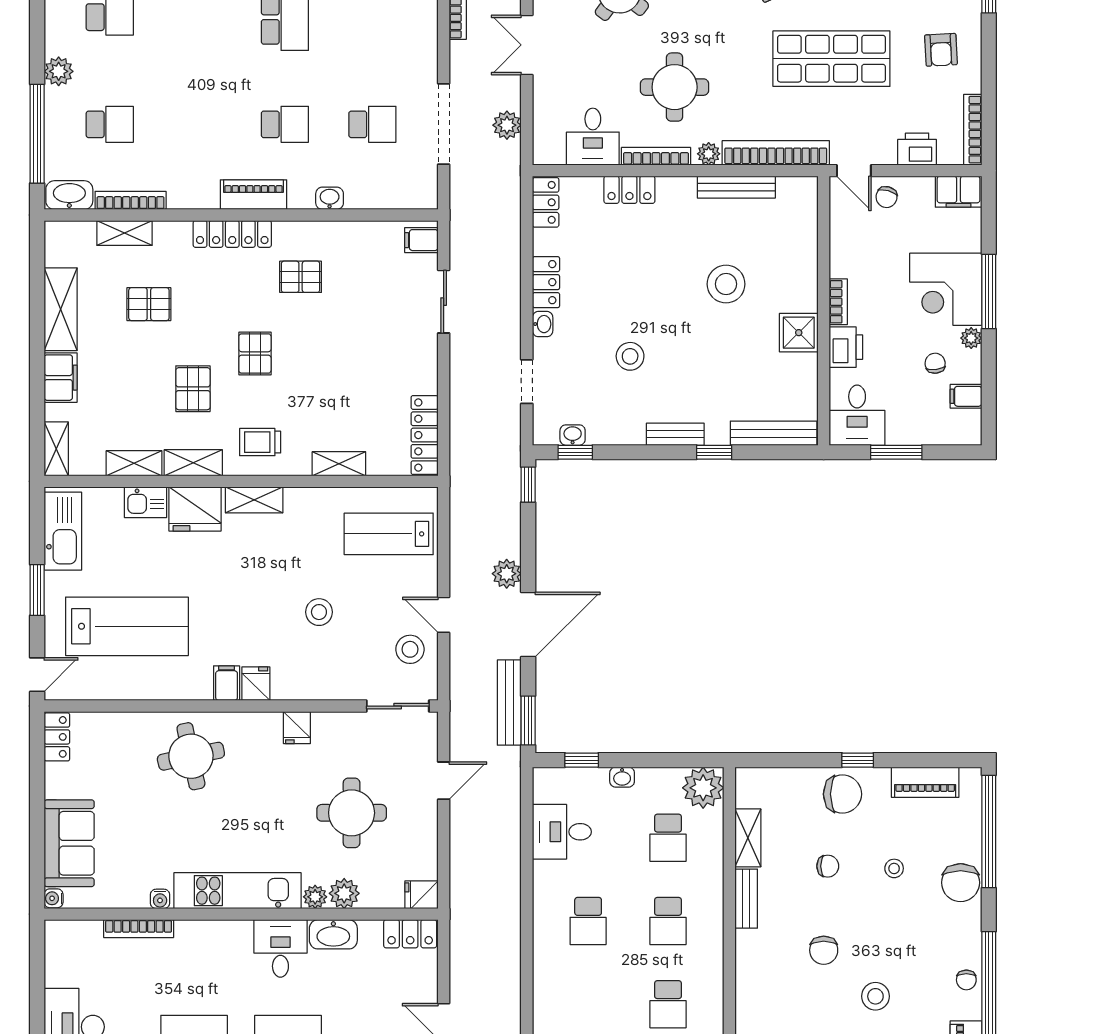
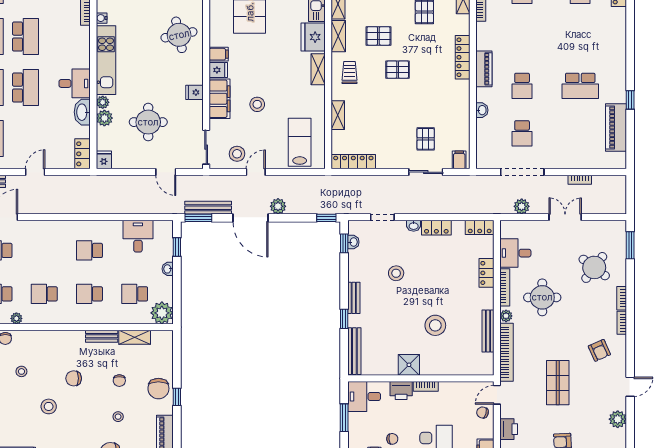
shop shelf: (831, 59) -> (558, 383), width x0.70, depth x0.74
pallet: (301, 277) -> (426, 139), moved
filing cabinet: (309, 682) -> (220, 99), added

